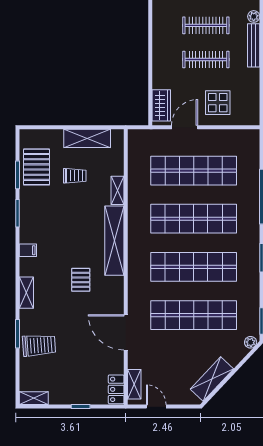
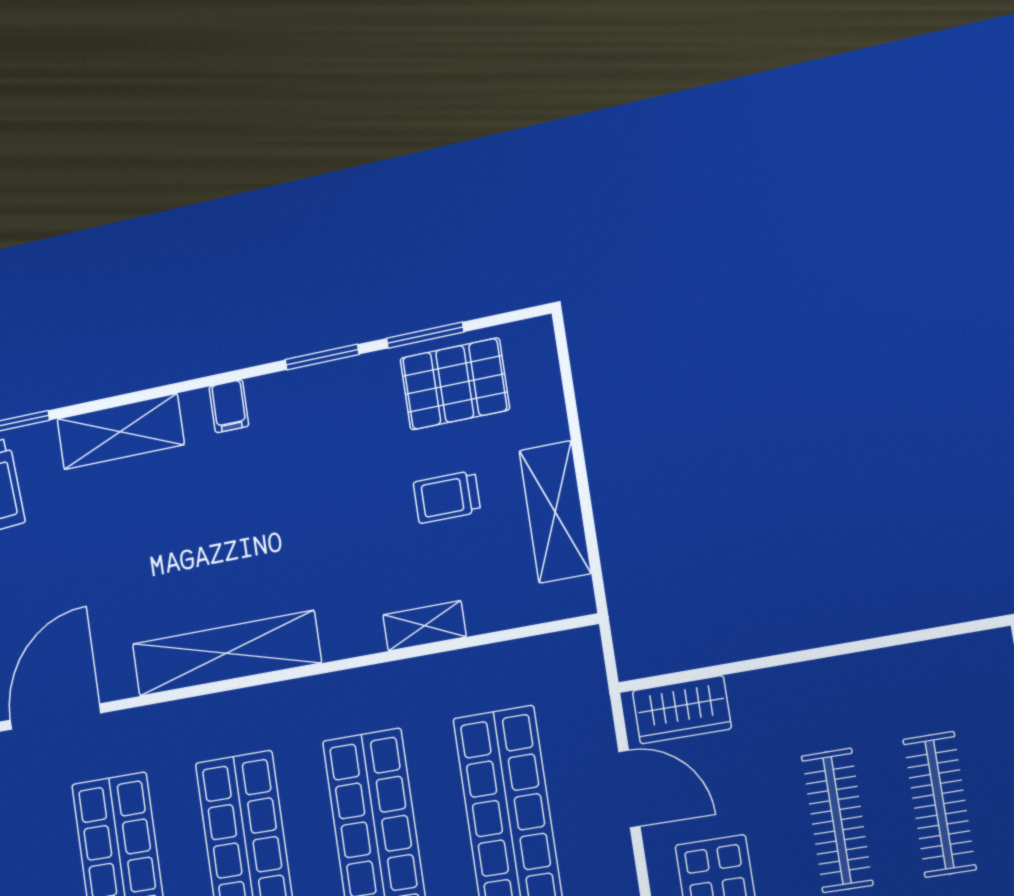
trolley: (75, 176) -> (447, 497), turned 90
shelving: (114, 241) -> (226, 653), moved
pallet: (81, 280) -> (173, 568), removed
shelving: (26, 293) -> (120, 432), width x1.50, depth x1.33

